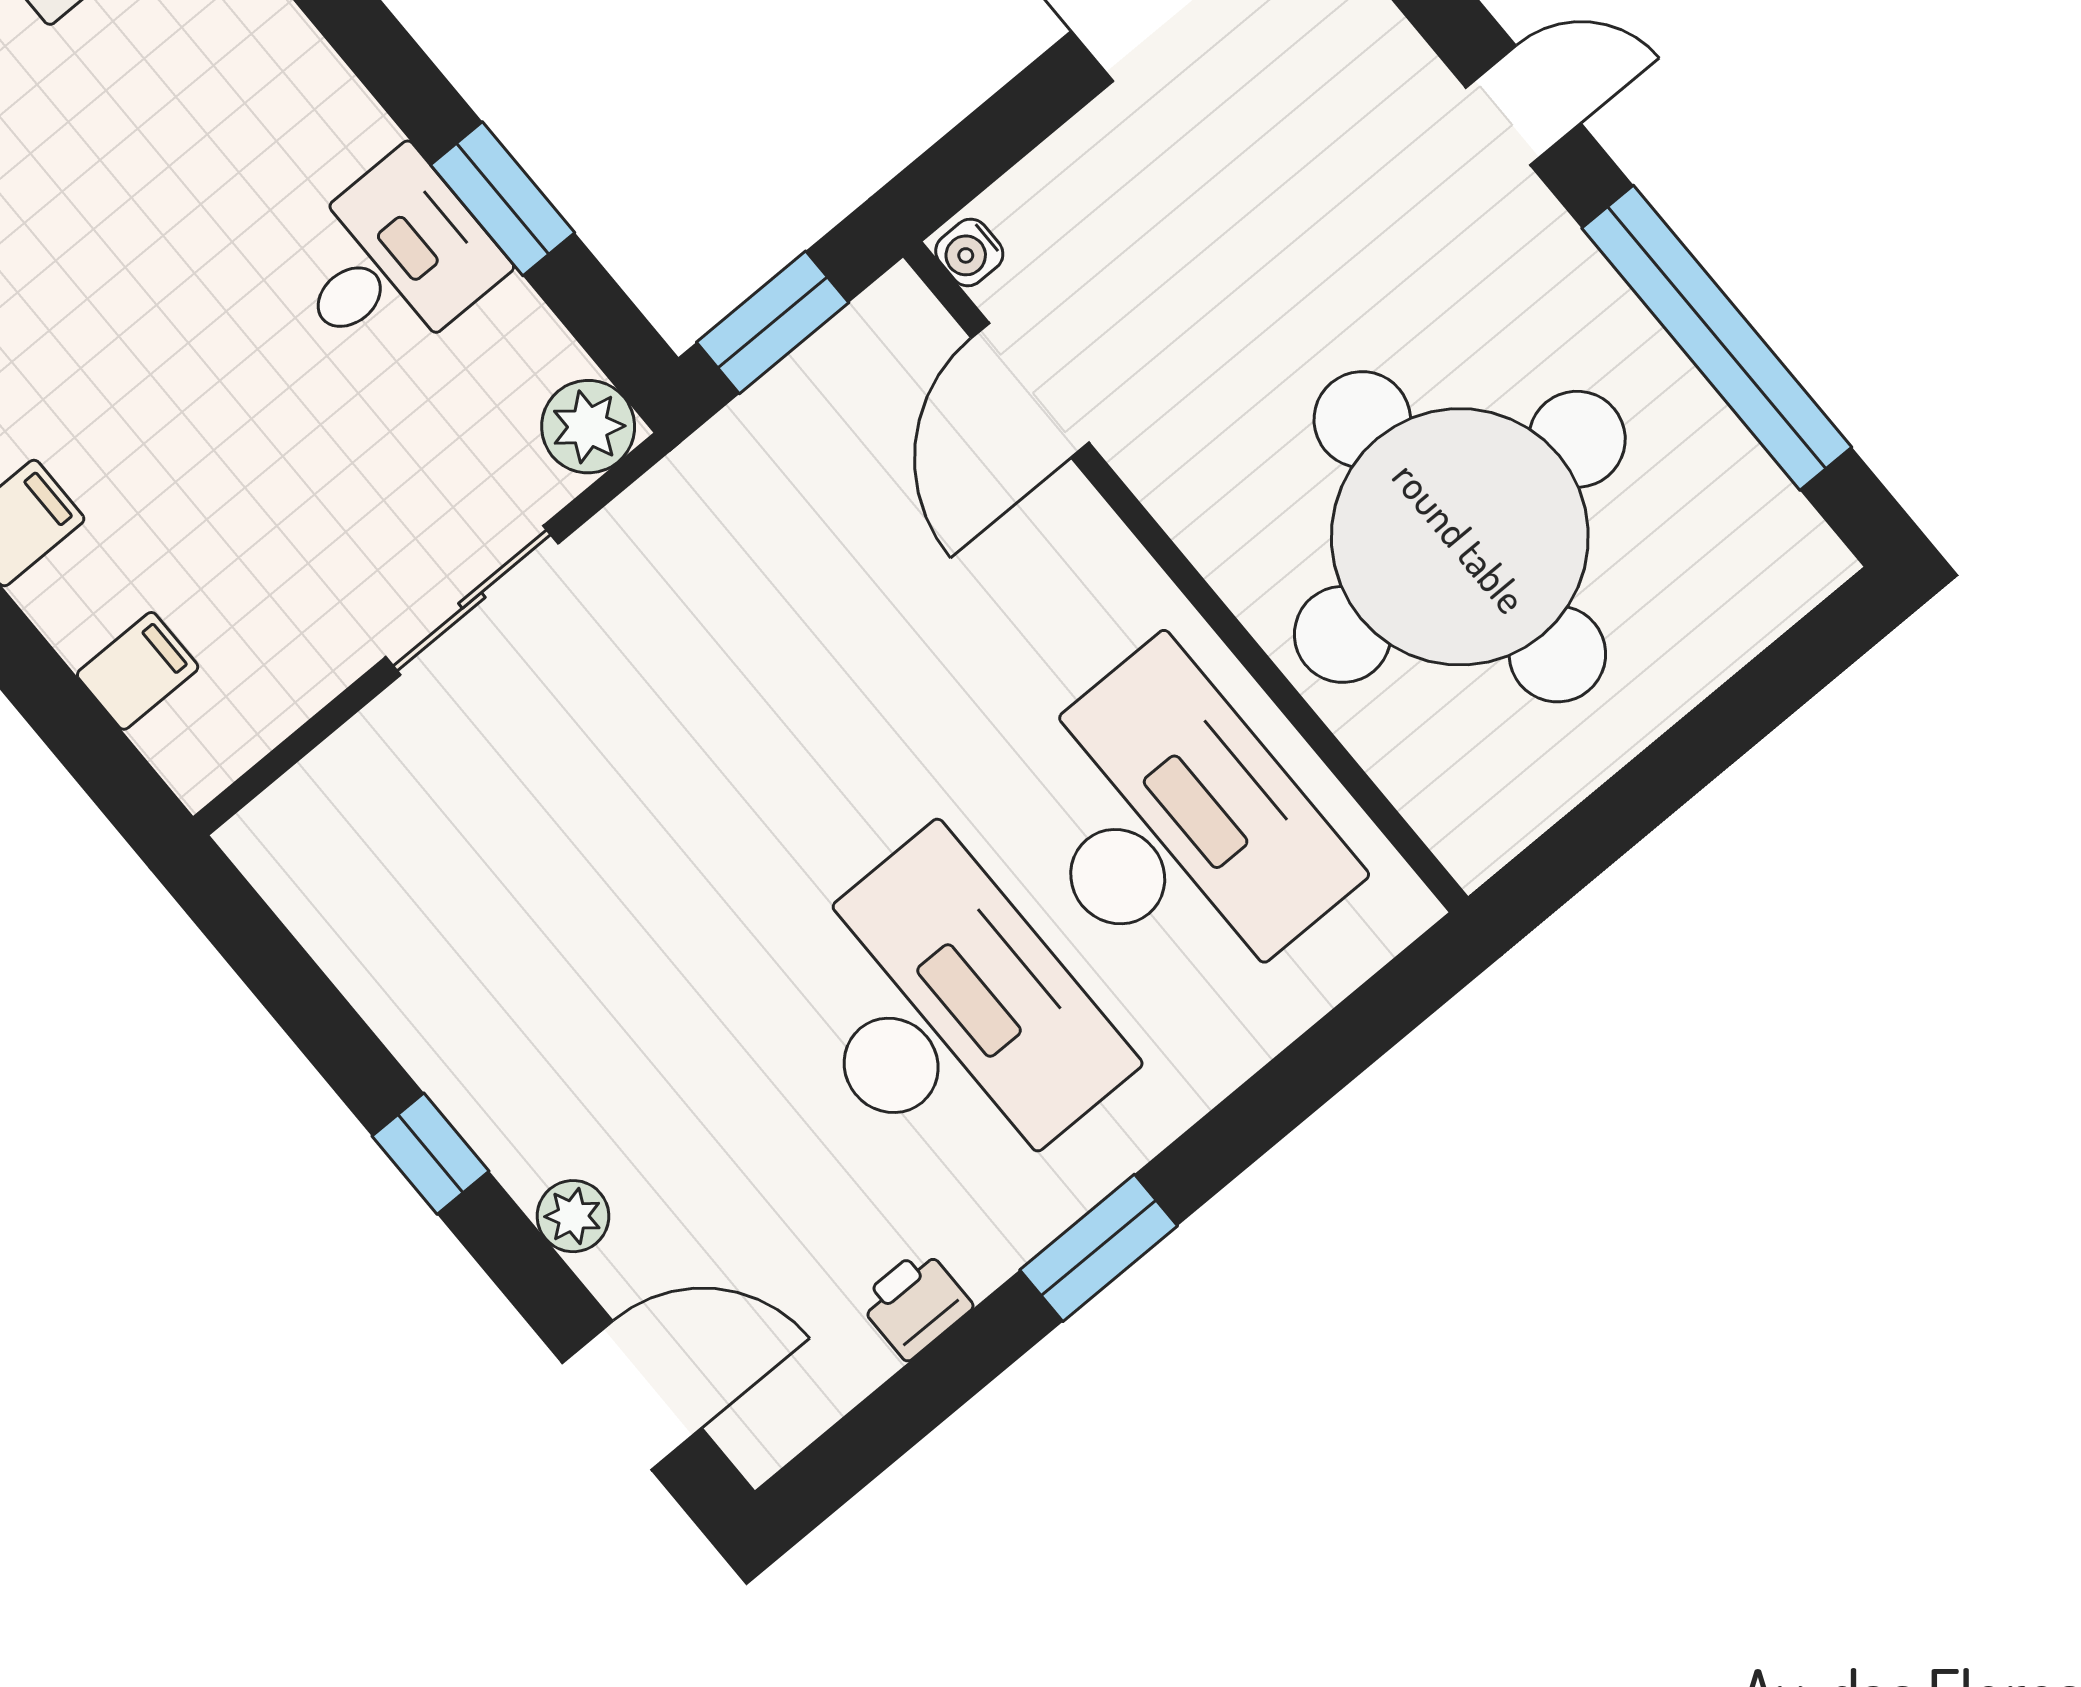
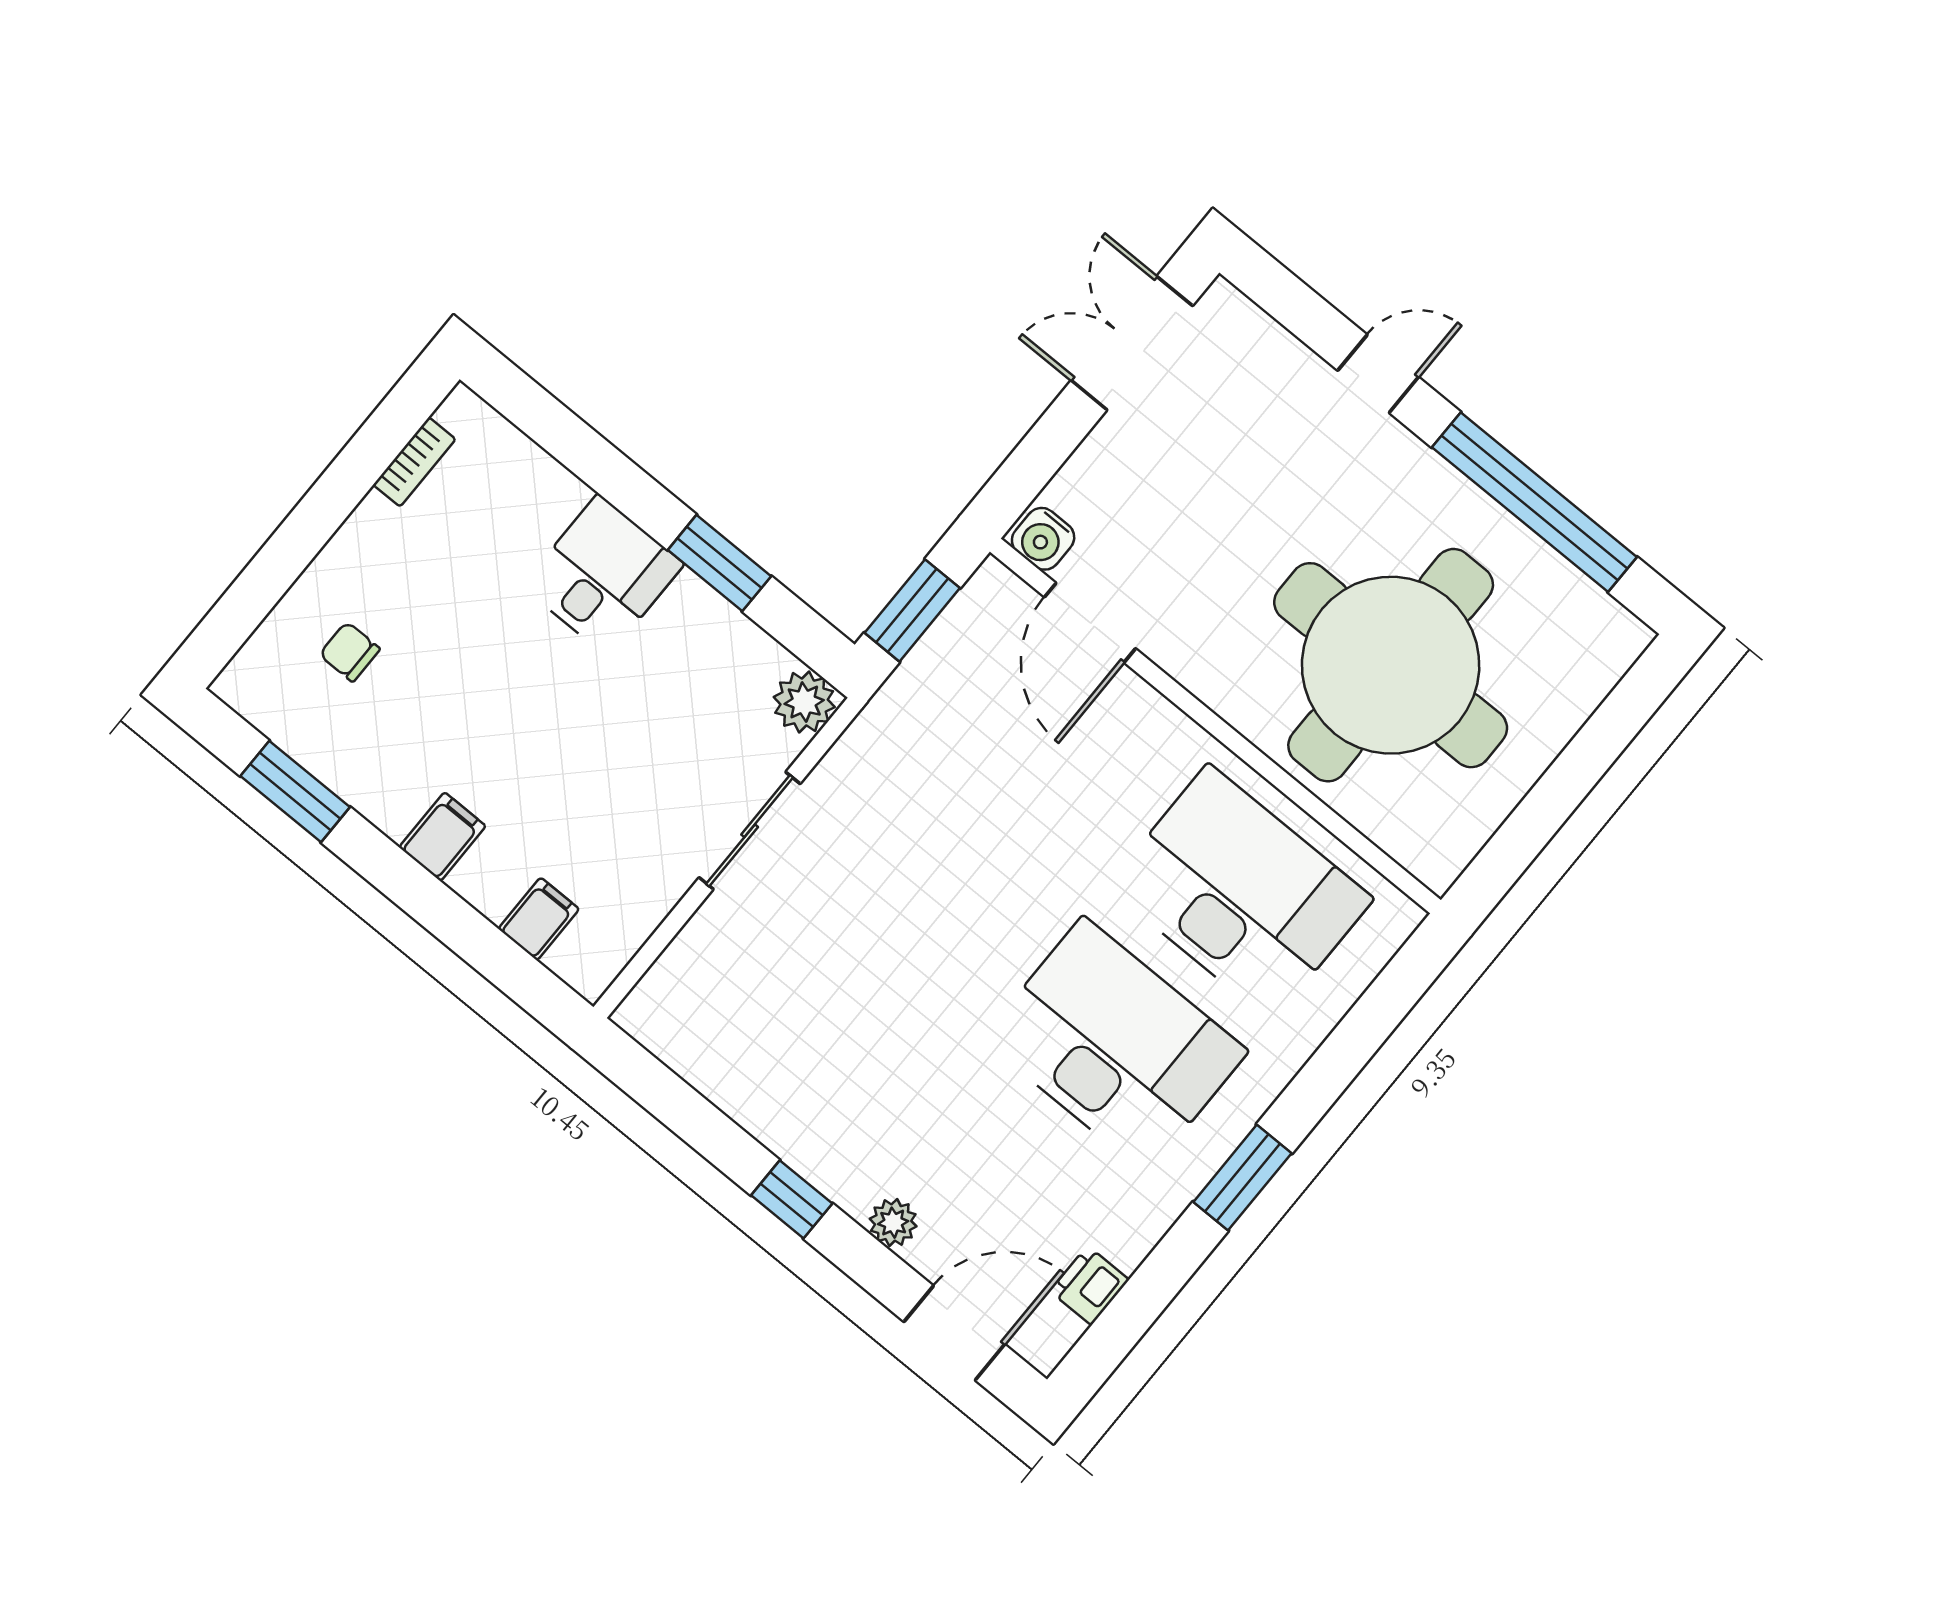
water cooler: (969, 252) -> (1043, 539), width x1.38, depth x1.38
desk: (392, 261) -> (603, 575), moved
printer: (915, 1304) -> (1089, 1285), moved

